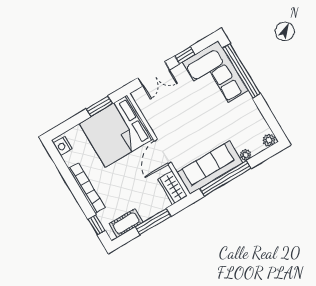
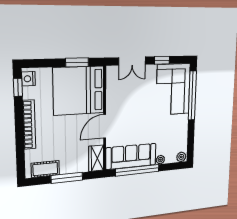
window: (97, 225) -> (18, 87), moved

